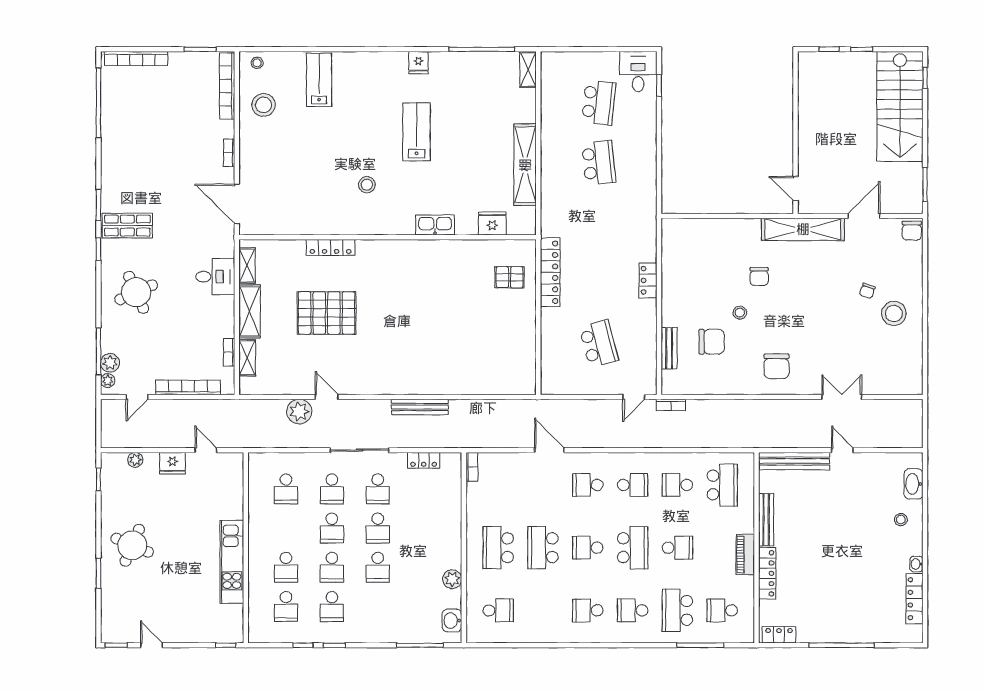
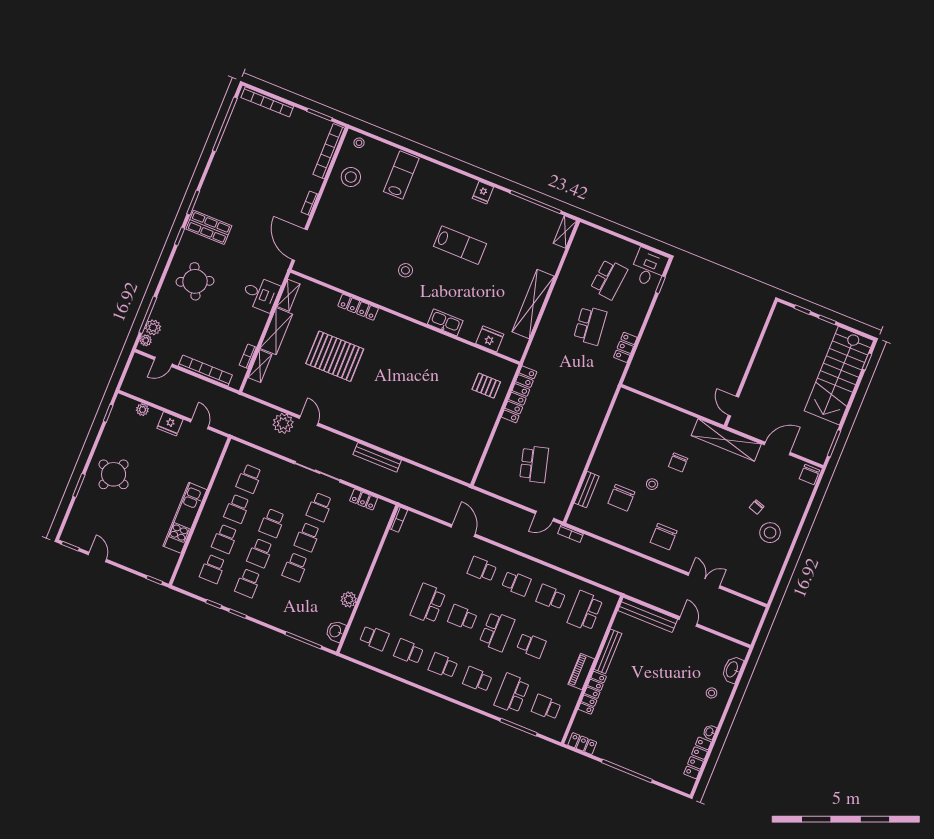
lab bench: (417, 132) -> (460, 245), turned 90
locker: (648, 280) -> (625, 347), moved
chair: (712, 342) -> (621, 498), turned 90
school desk: (722, 485) -> (585, 611), turned 180
school desk: (332, 489) -> (237, 509), moved
school desk: (498, 548) -> (409, 652), moved, width x0.54

